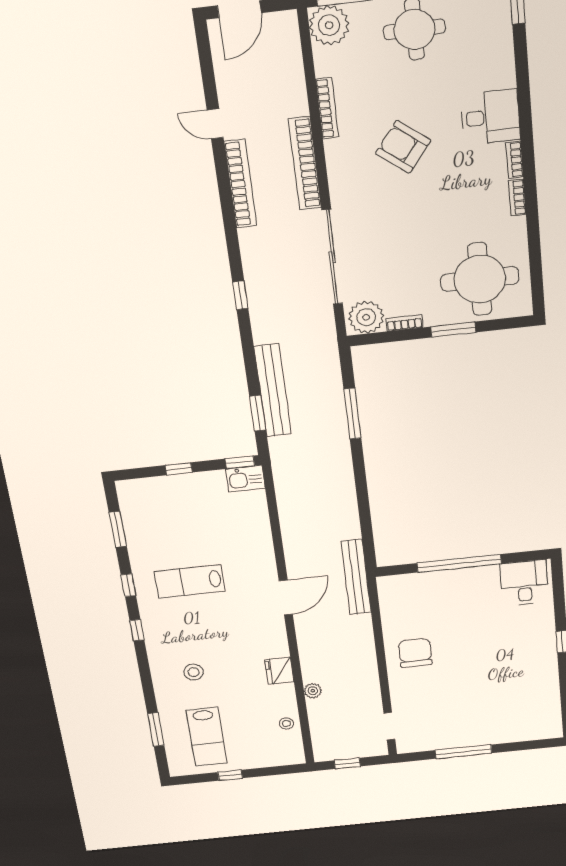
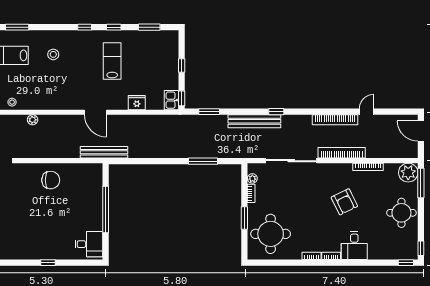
armchair: (403, 147) -> (344, 202), turned 116
plant: (366, 317) -> (252, 178), width x0.53, depth x0.53
bench: (273, 391) -> (254, 121), moved
fridge: (279, 671) -> (137, 103), moved

